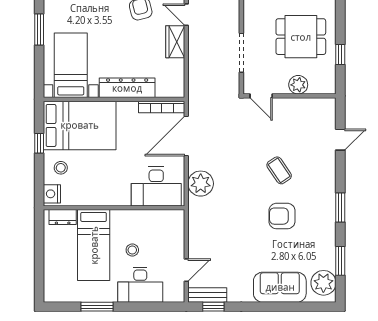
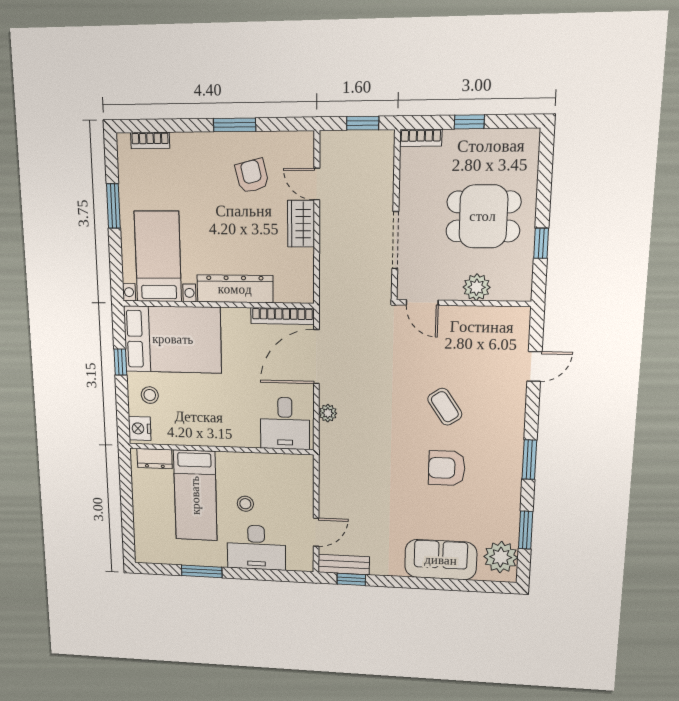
plant: (201, 184) -> (328, 413), width x0.53, depth x0.53
desk: (156, 186) -> (285, 423), width x0.73

